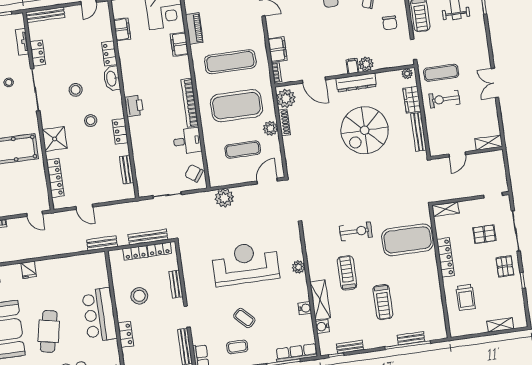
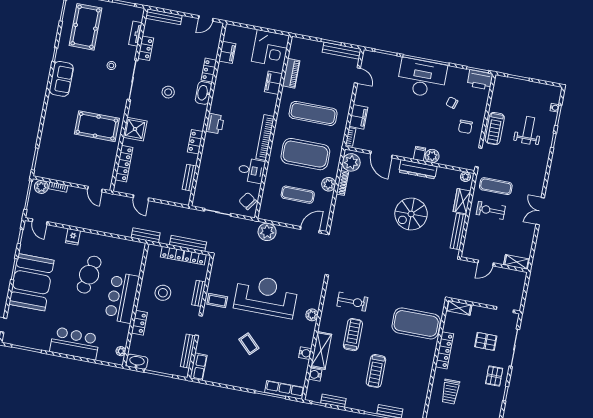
stool: (91, 121) -> (172, 124), removed
spiral stairs: (365, 130) -> (411, 214), width x0.73, depth x0.73
exercise bike: (356, 231) -> (352, 302), moved
cafe table: (49, 331) -> (89, 275), moved
coffee table: (237, 347) -> (217, 301), moved

